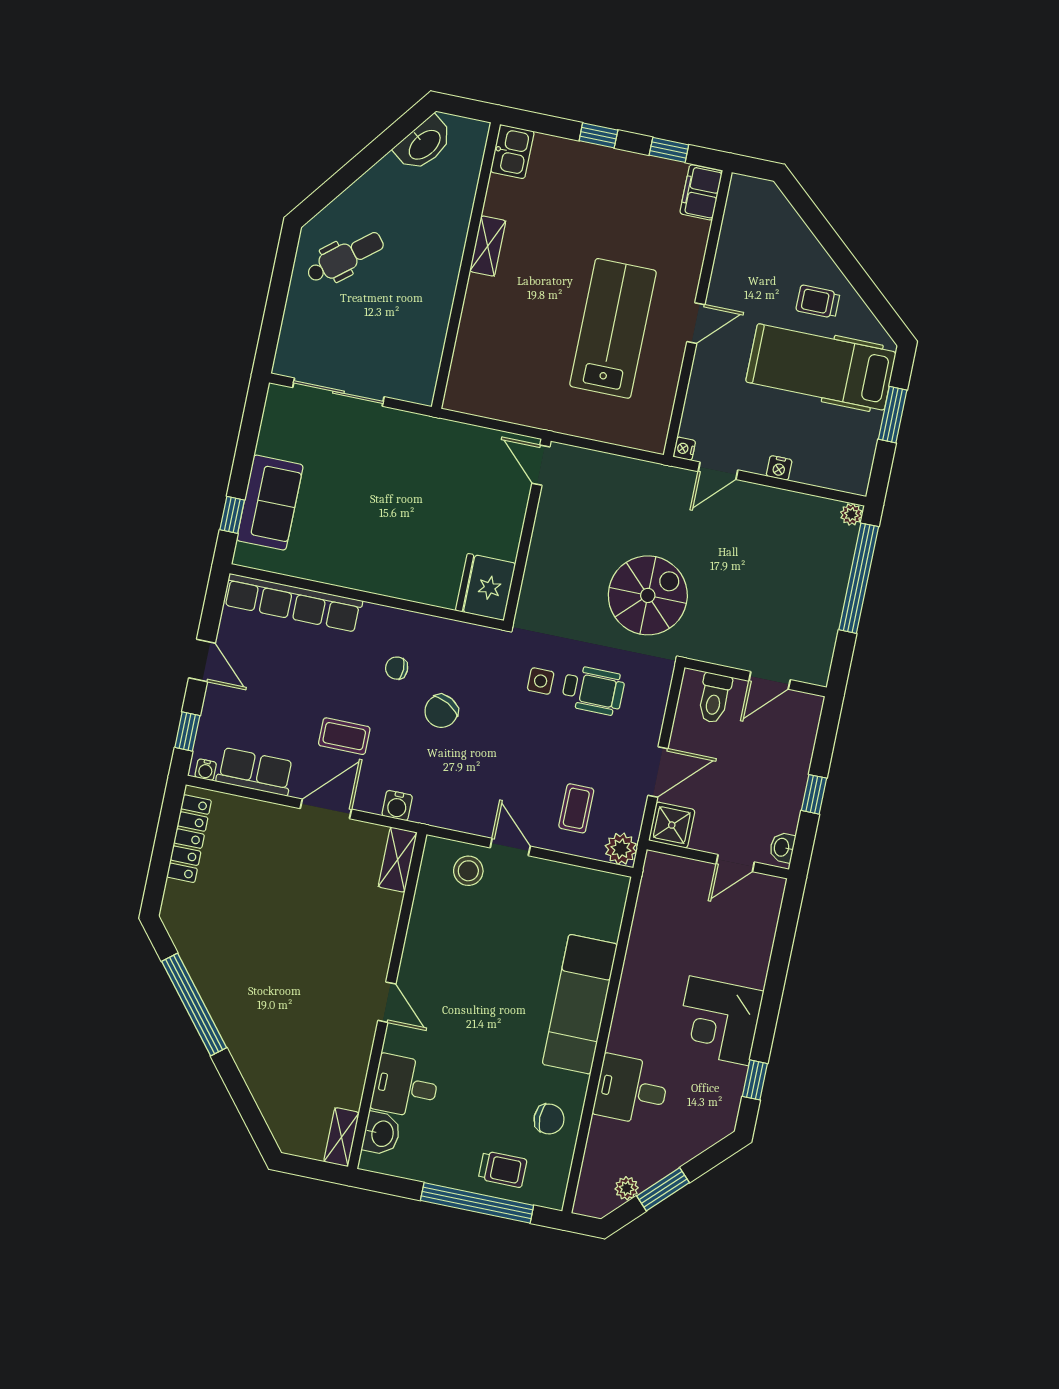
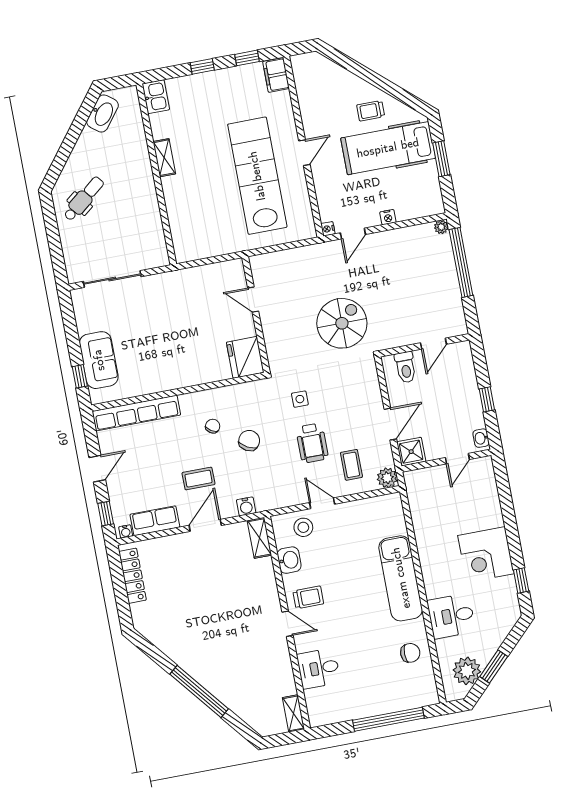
lab bench: (613, 328) -> (257, 176), width x1.36
door: (541, 465) -> (253, 300), moved
door: (202, 661) -> (97, 469), hinge flipped
chair: (397, 668) -> (213, 426), turned 123
wheelchair: (593, 690) -> (312, 443), moved, turned 90
chair: (441, 711) -> (249, 441), turned 180
window: (194, 1005) -> (199, 691), moved
washbasin: (382, 1134) -> (289, 560), moved
trolley: (503, 1169) -> (308, 597), moved
plant: (627, 1188) -> (467, 671), width x1.88, depth x1.88

